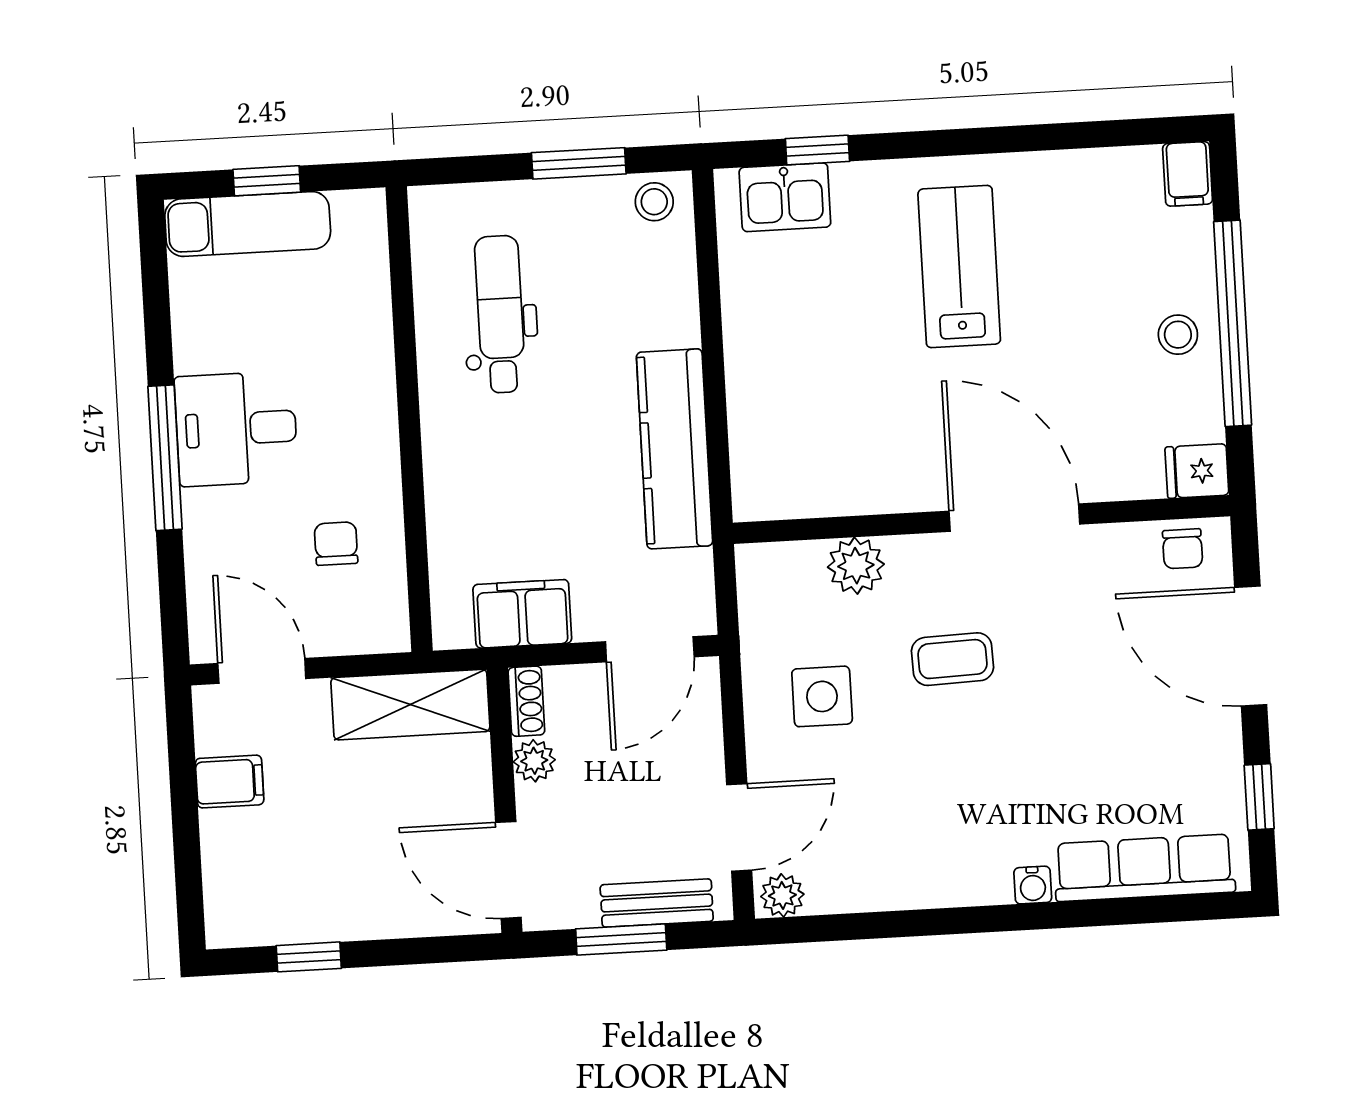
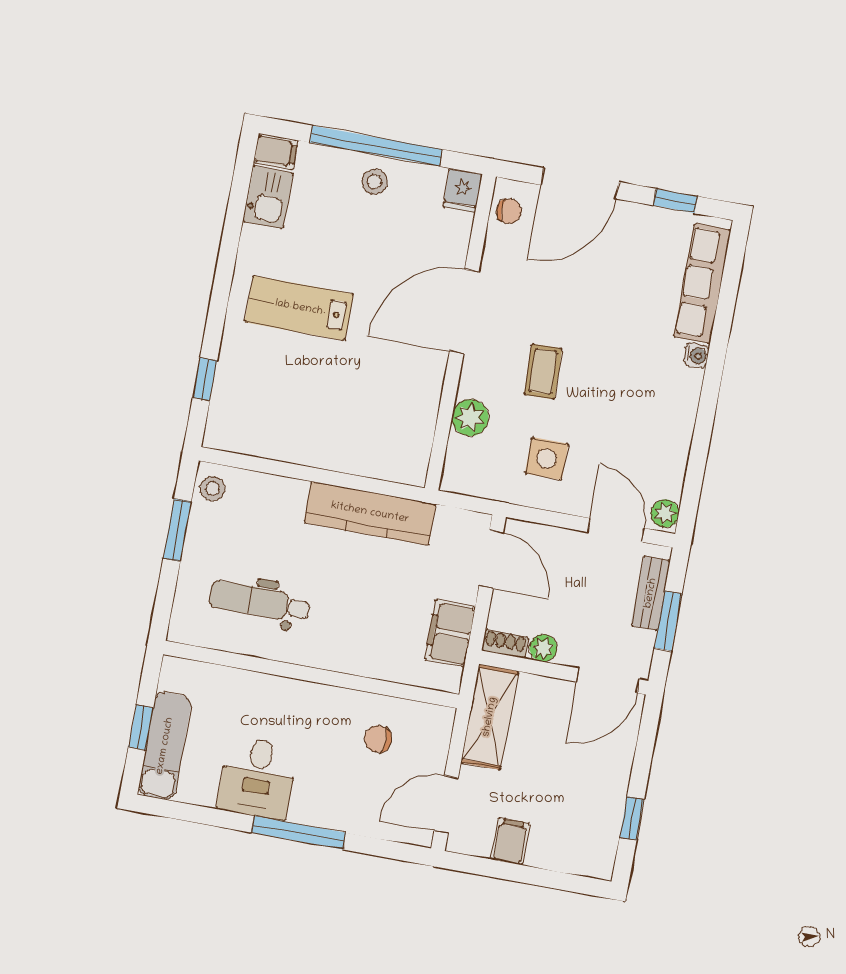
kitchen sink: (785, 197) -> (268, 197), moved
desk: (236, 429) -> (257, 778), moved

